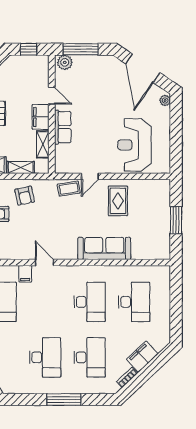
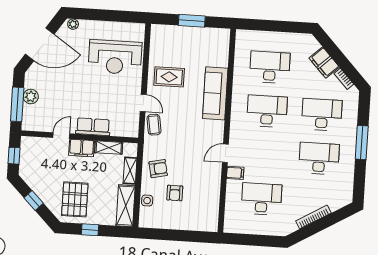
plant: (65, 62) -> (31, 97), moved

